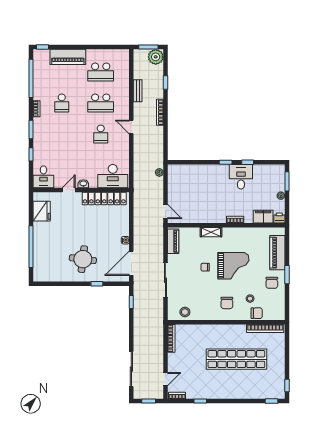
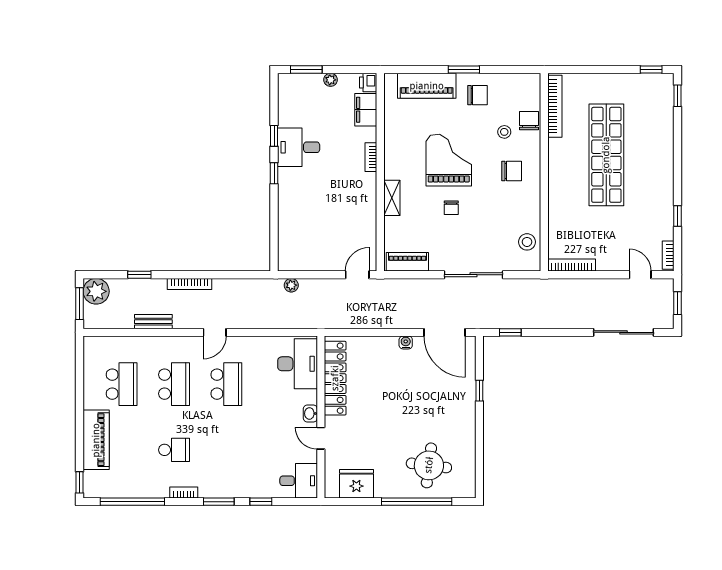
school desk: (101, 134) -> (226, 384), width x1.85
round table: (83, 259) -> (429, 465), moved

